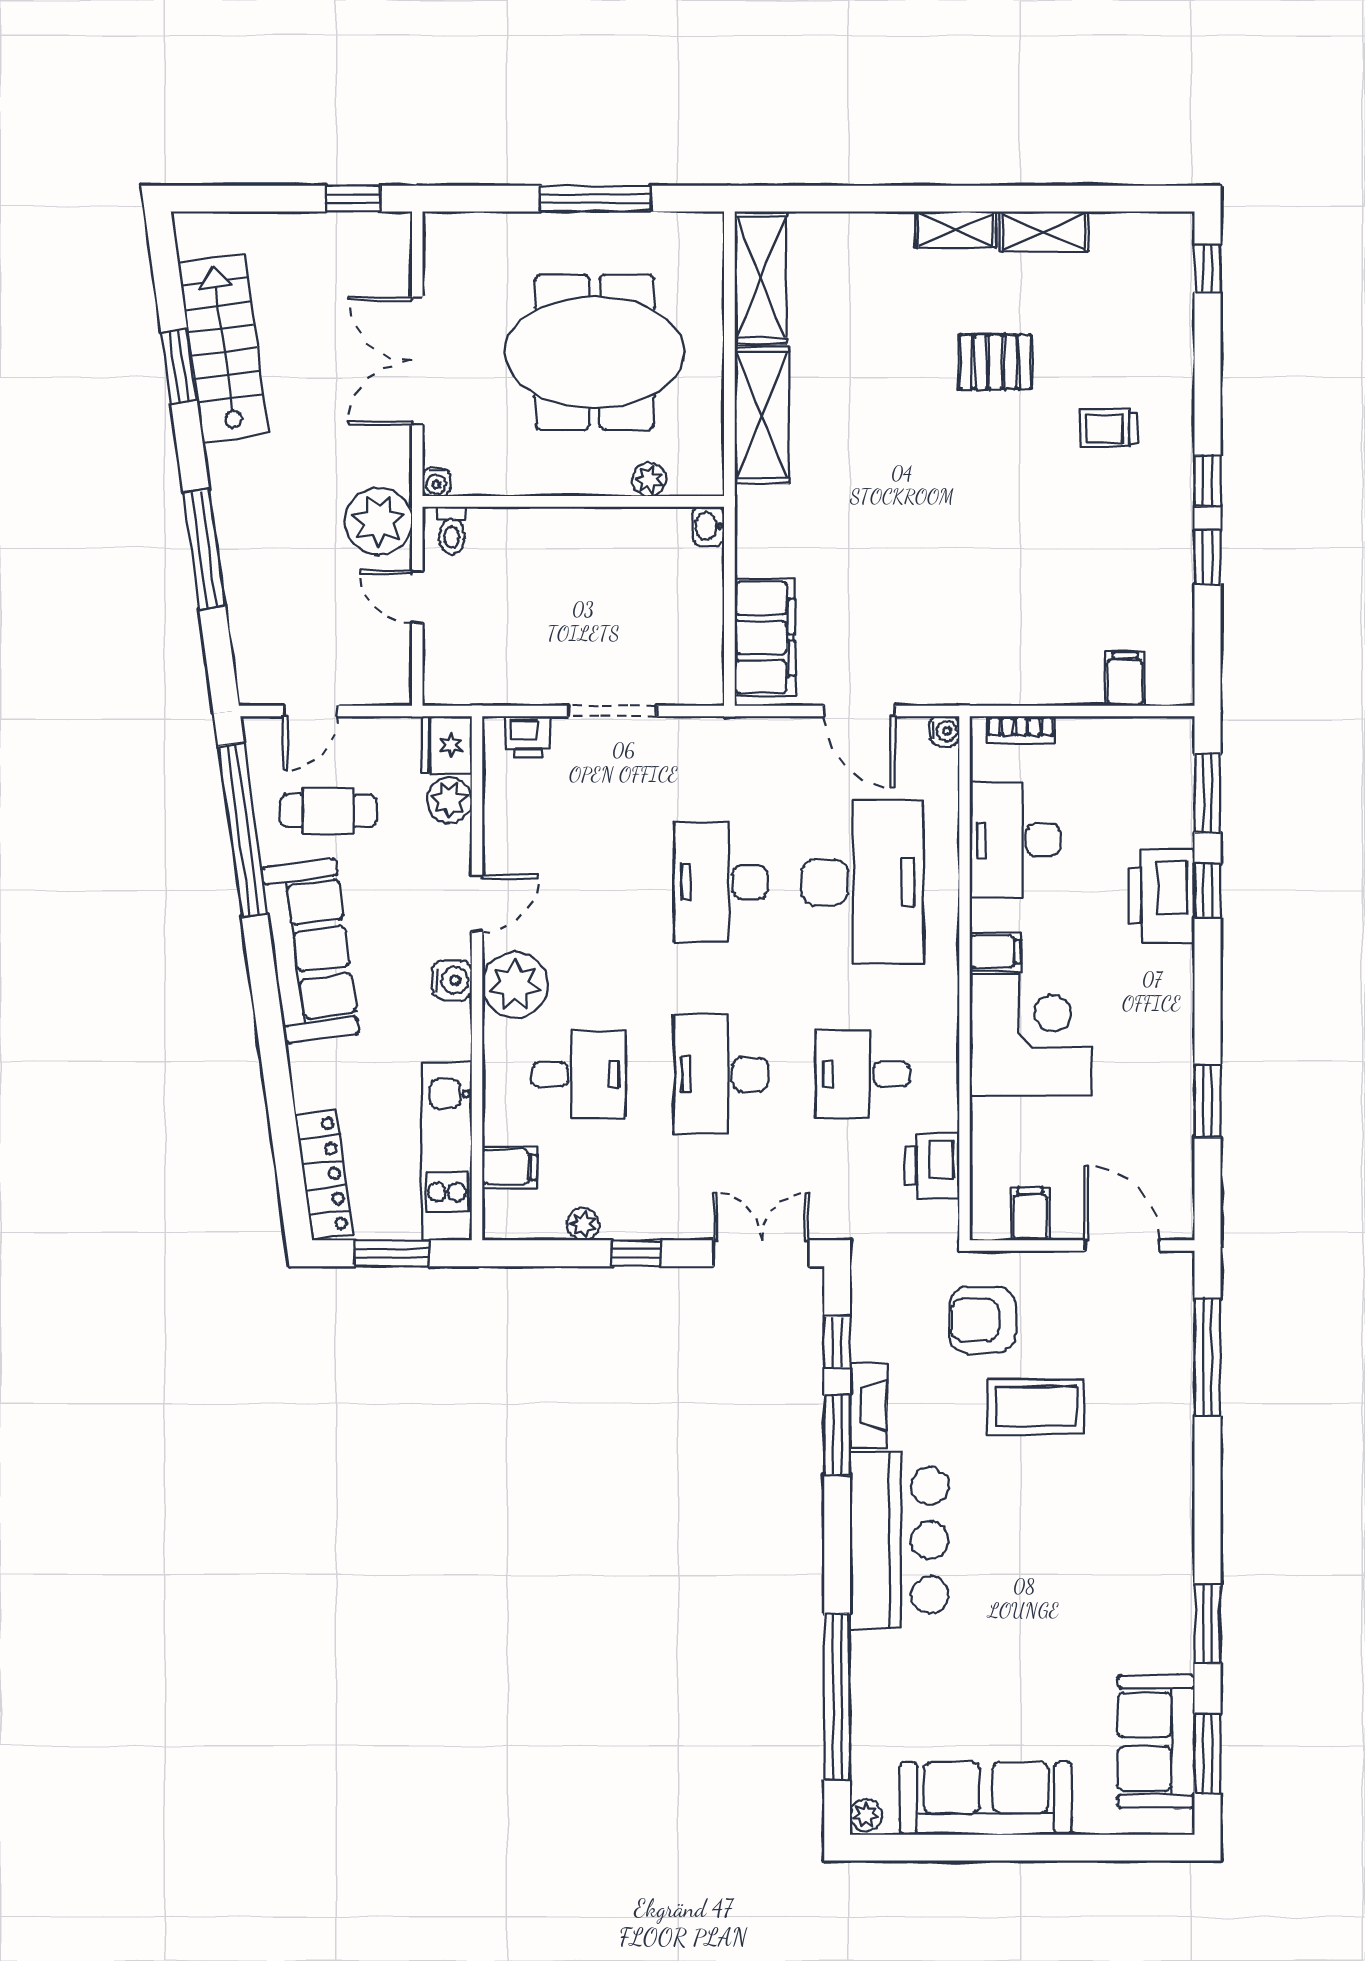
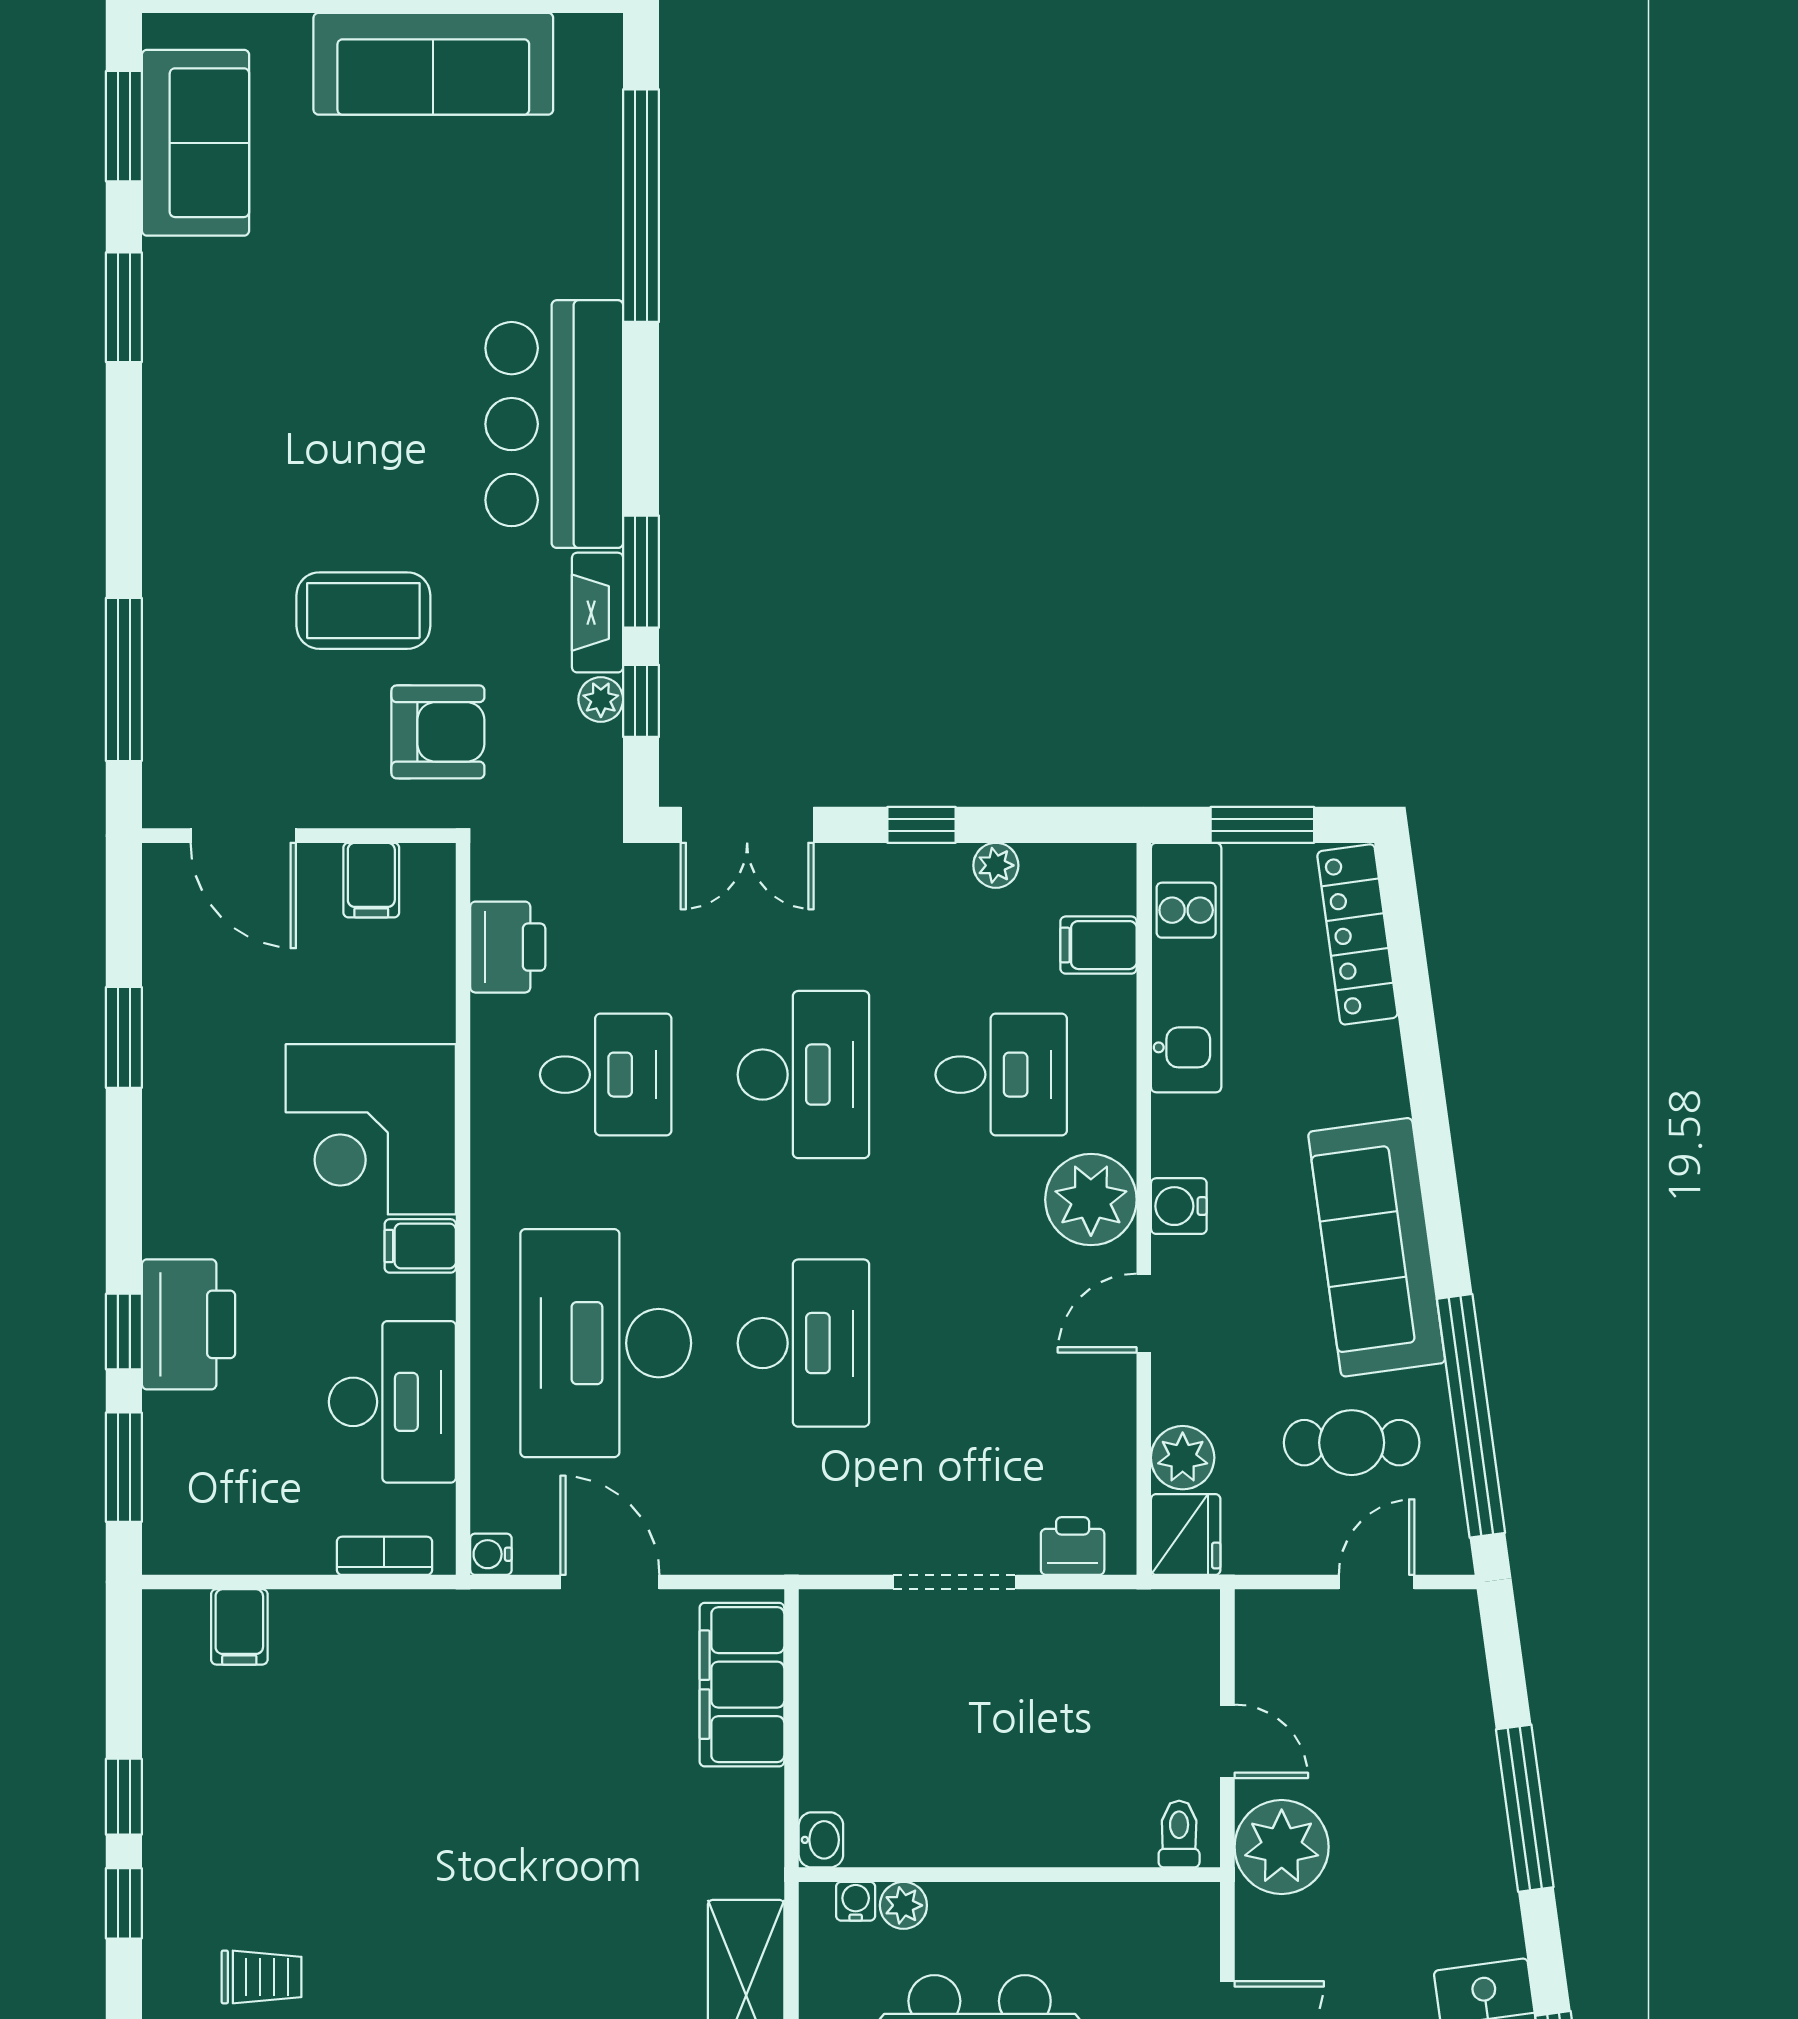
water cooler: (436, 482) -> (856, 1901), moved
desk: (579, 1074) -> (1001, 1075), turned 180
plant: (866, 1815) -> (601, 699), moved

